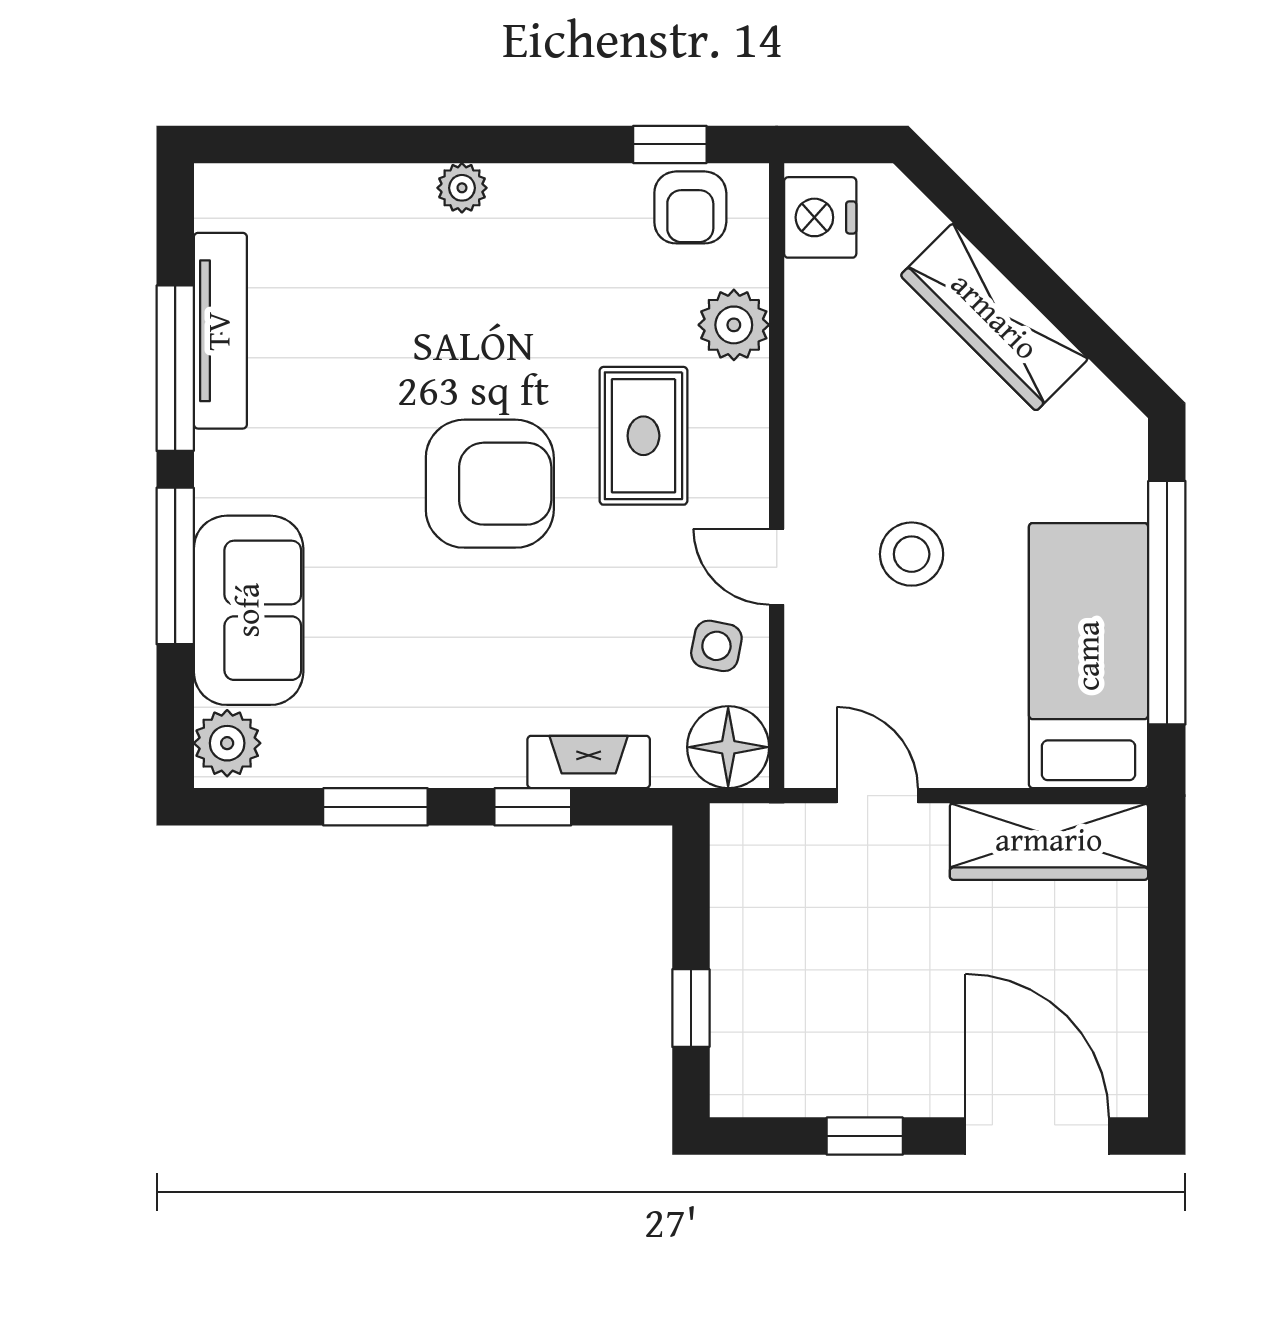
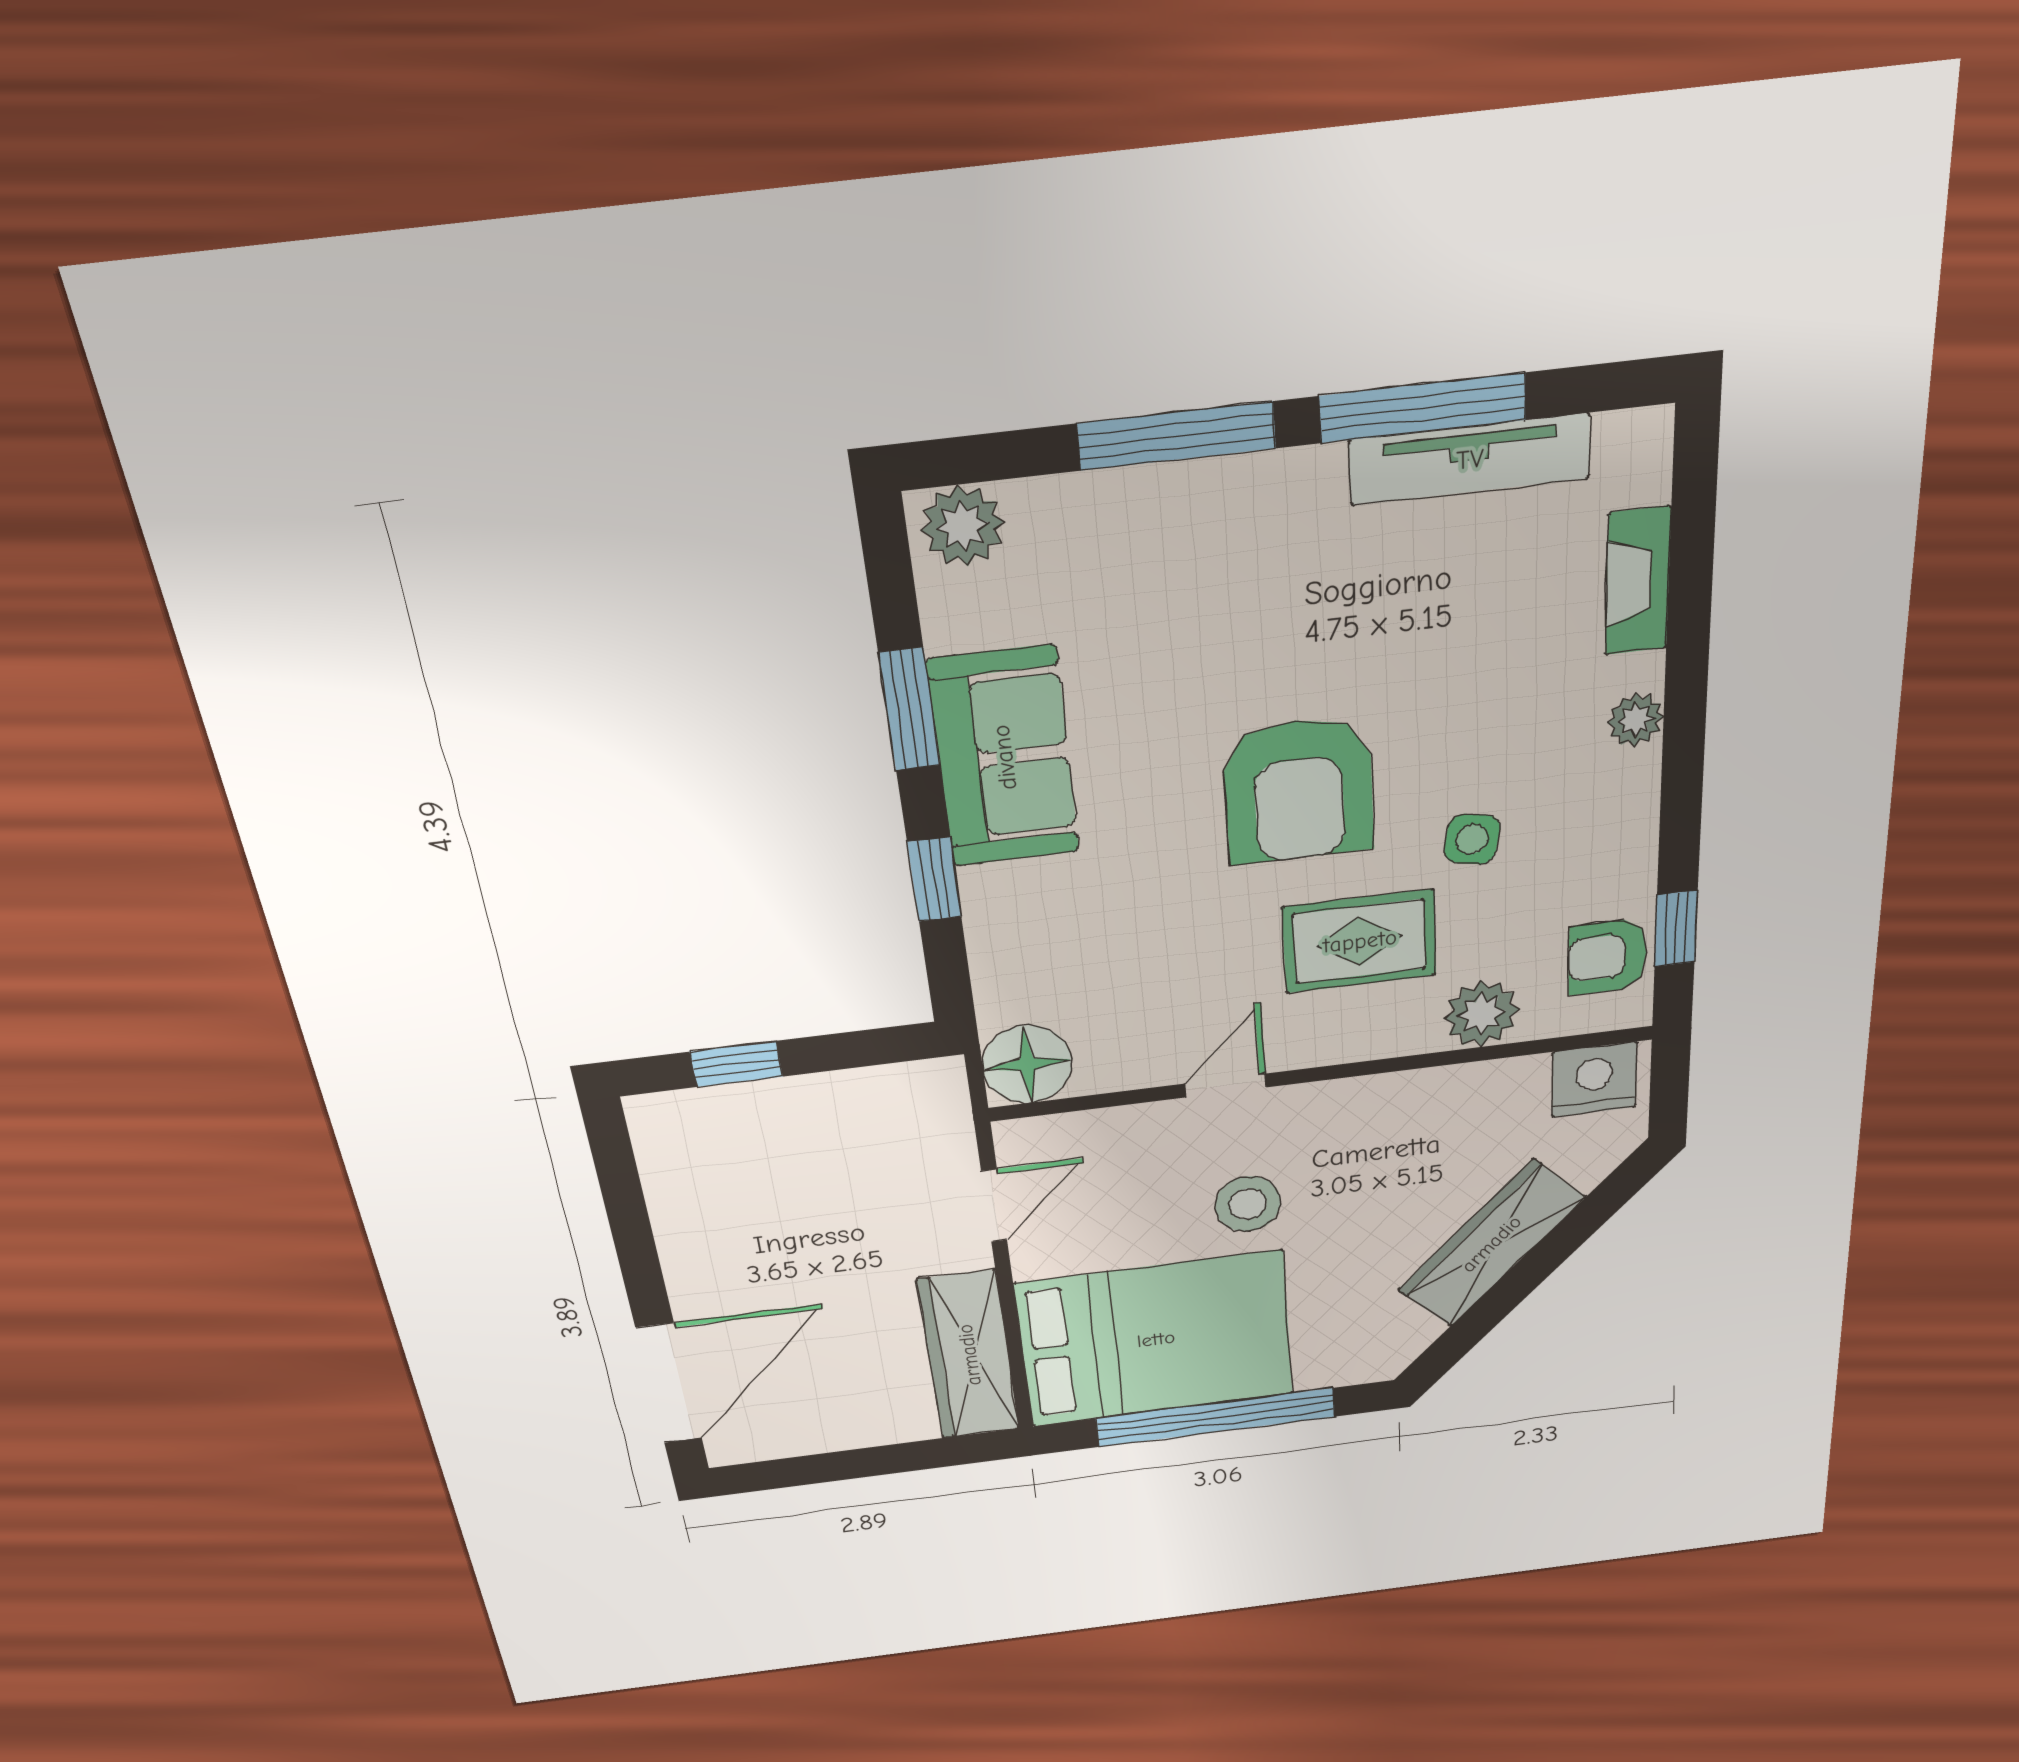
sofa: (249, 610) -> (1004, 757), moved, turned -90
side table: (716, 646) -> (1472, 839), moved
bed: (1089, 656) -> (1156, 1339), width x1.50
fireplace: (589, 762) -> (1638, 581), moved, turned 180
window: (865, 1136) -> (634, 1240), removed

